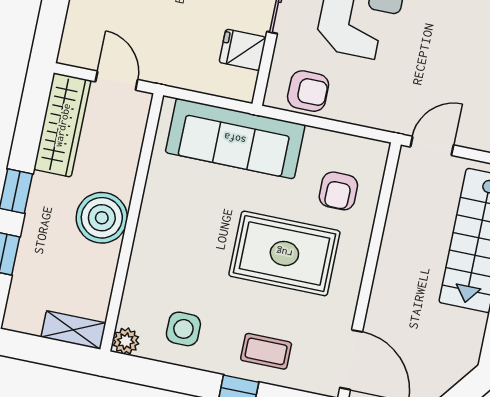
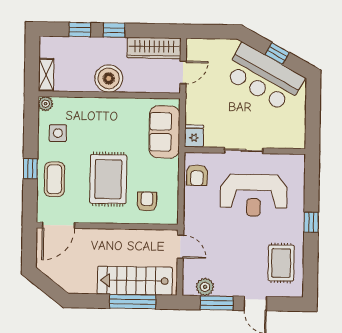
fridge: (243, 50) -> (194, 136), moved
sofa: (235, 139) -> (164, 132), width x0.73
armchair: (338, 191) -> (147, 201), turned 90
coffee table: (266, 351) -> (54, 179), width x1.36, depth x1.30

